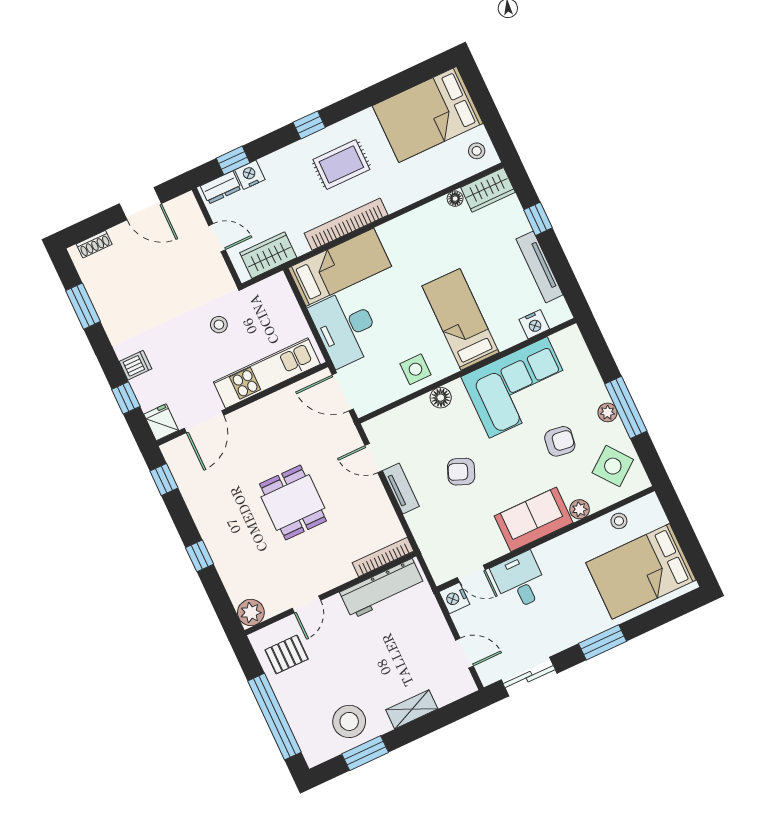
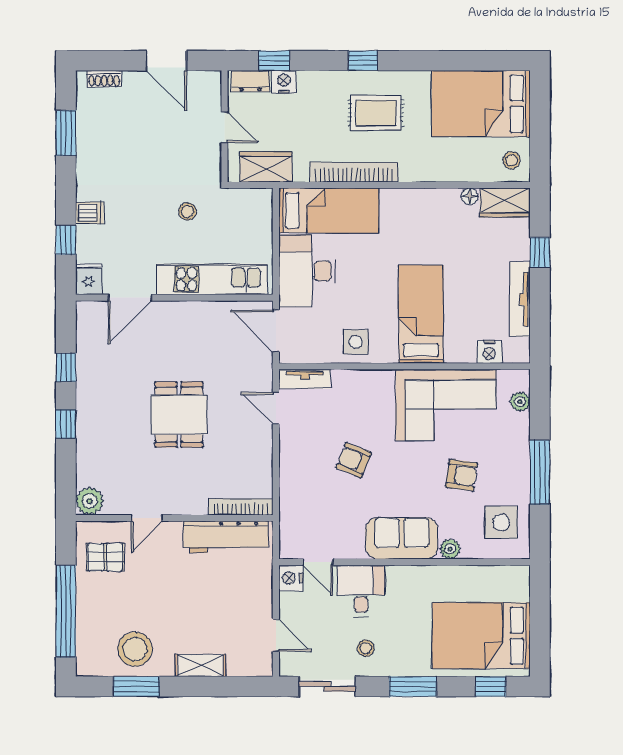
floor lamp: (441, 398) -> (367, 380), removed
plant: (608, 412) -> (520, 402), moved
side table: (613, 466) -> (501, 522), turned 38
window: (164, 480) -> (66, 367), moved
tv unit: (401, 489) -> (305, 379), moved, turned 90
stool: (619, 521) -> (366, 648), moved
window: (669, 611) -> (491, 686), added

